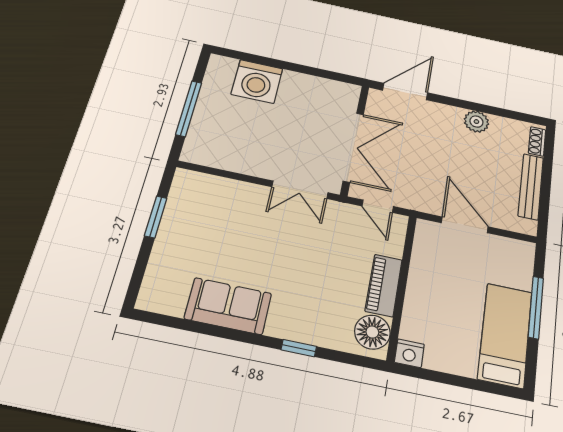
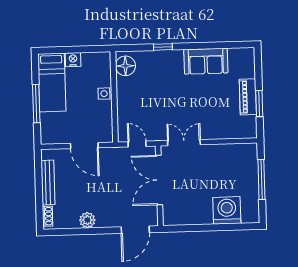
piano: (384, 285) -> (248, 97), moved, turned 180
side table: (418, 296) -> (104, 94), added
nightstand: (409, 353) -> (73, 60), moved

